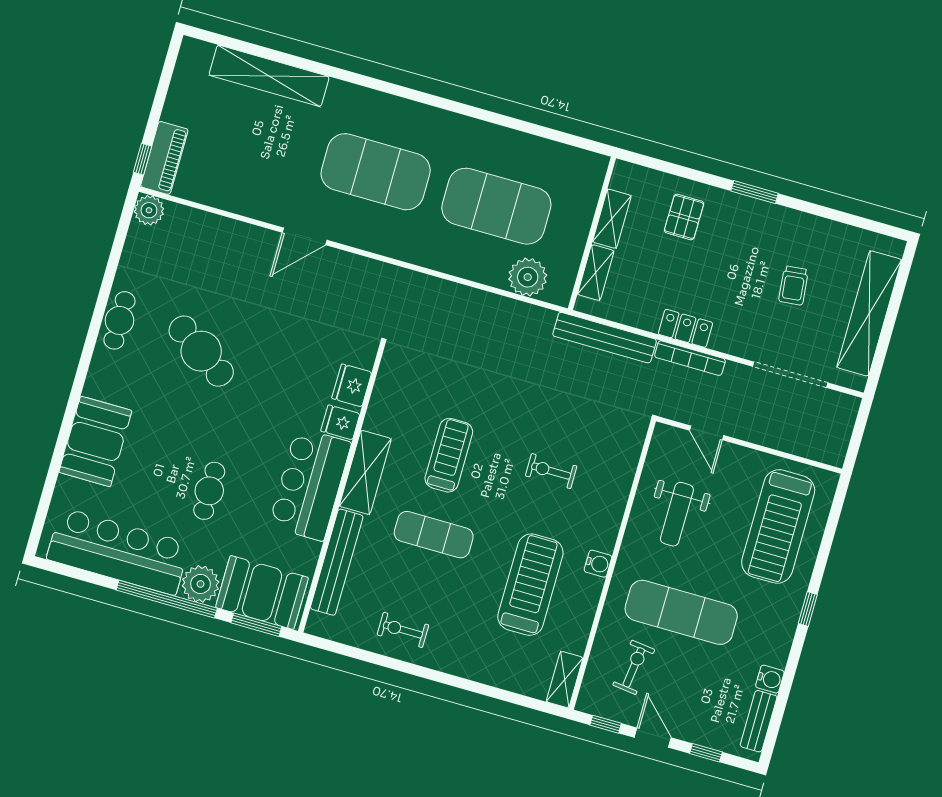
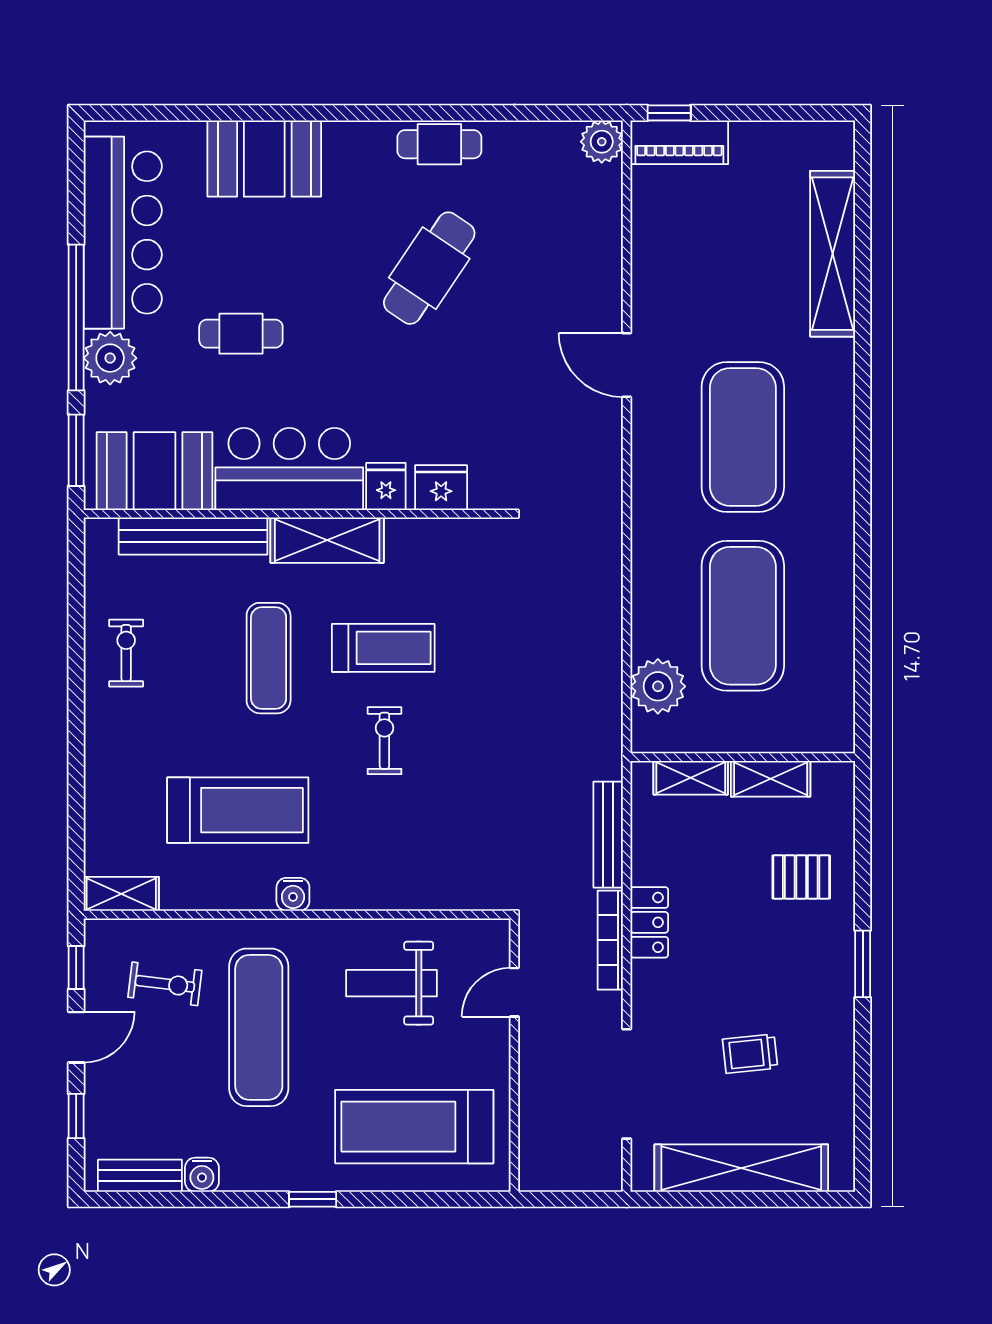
bench: (605, 338) -> (608, 835), width x0.73, depth x0.82
exercise bike: (551, 471) -> (384, 741), moved
booth: (262, 592) -> (154, 471), moved, turned 90

